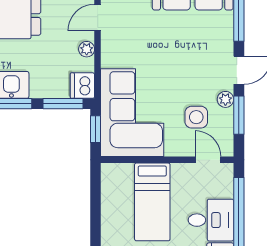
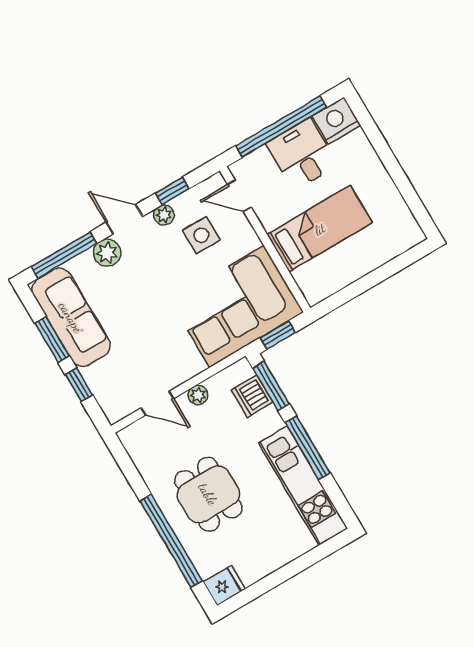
plant: (223, 44) -> (107, 253), added
dishwasher: (82, 86) -> (252, 396), moved, turned 90
window: (239, 115) -> (172, 191), width x0.67
door: (208, 160) -> (239, 196), hinge flipped

